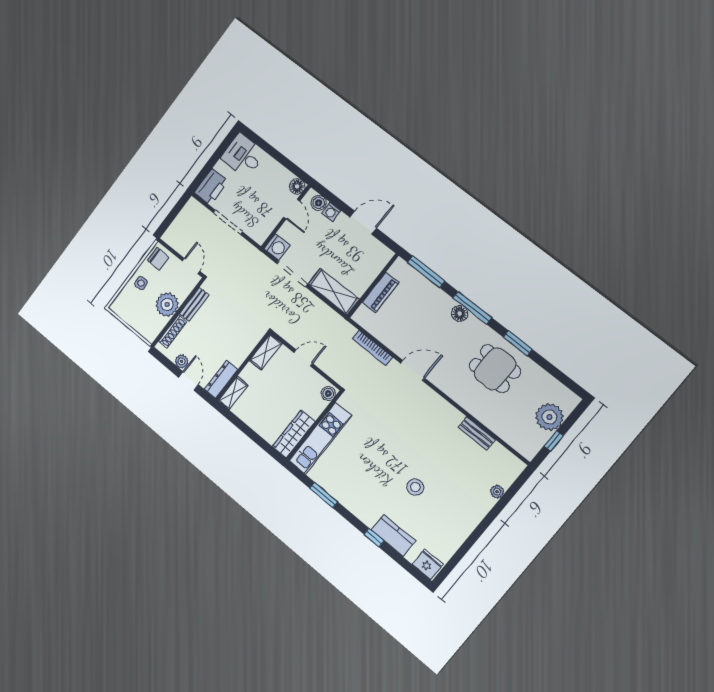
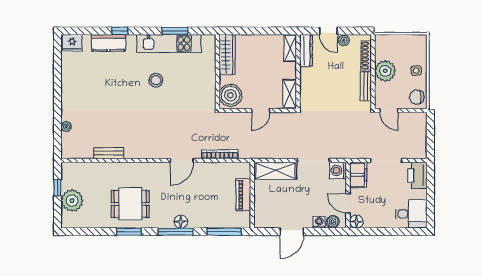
filing cabinet: (262, 228) -> (358, 175), added
boiler: (328, 394) -> (230, 95), width x1.86, depth x1.86
kitchen unit: (320, 438) -> (169, 44), moved, turned -90
stool: (415, 487) -> (156, 80), moved

